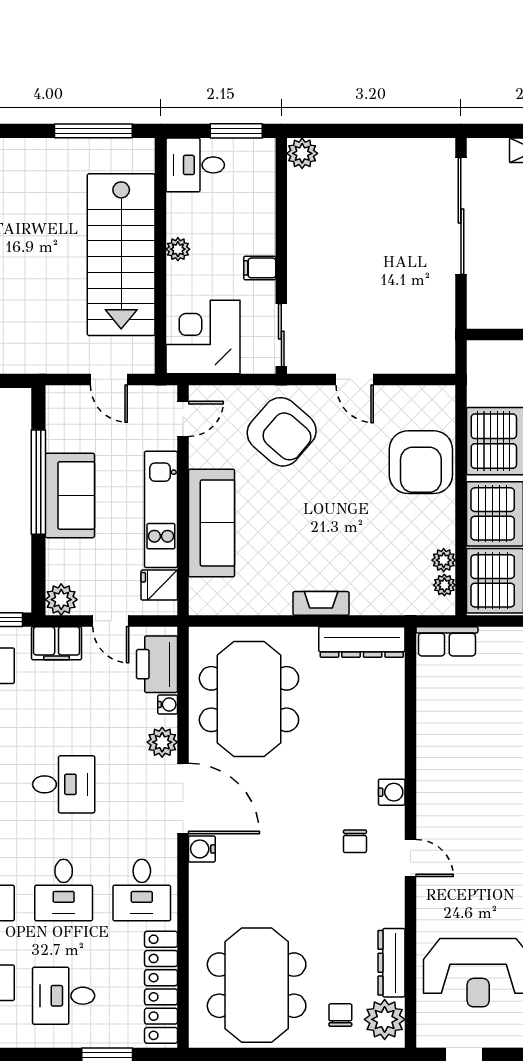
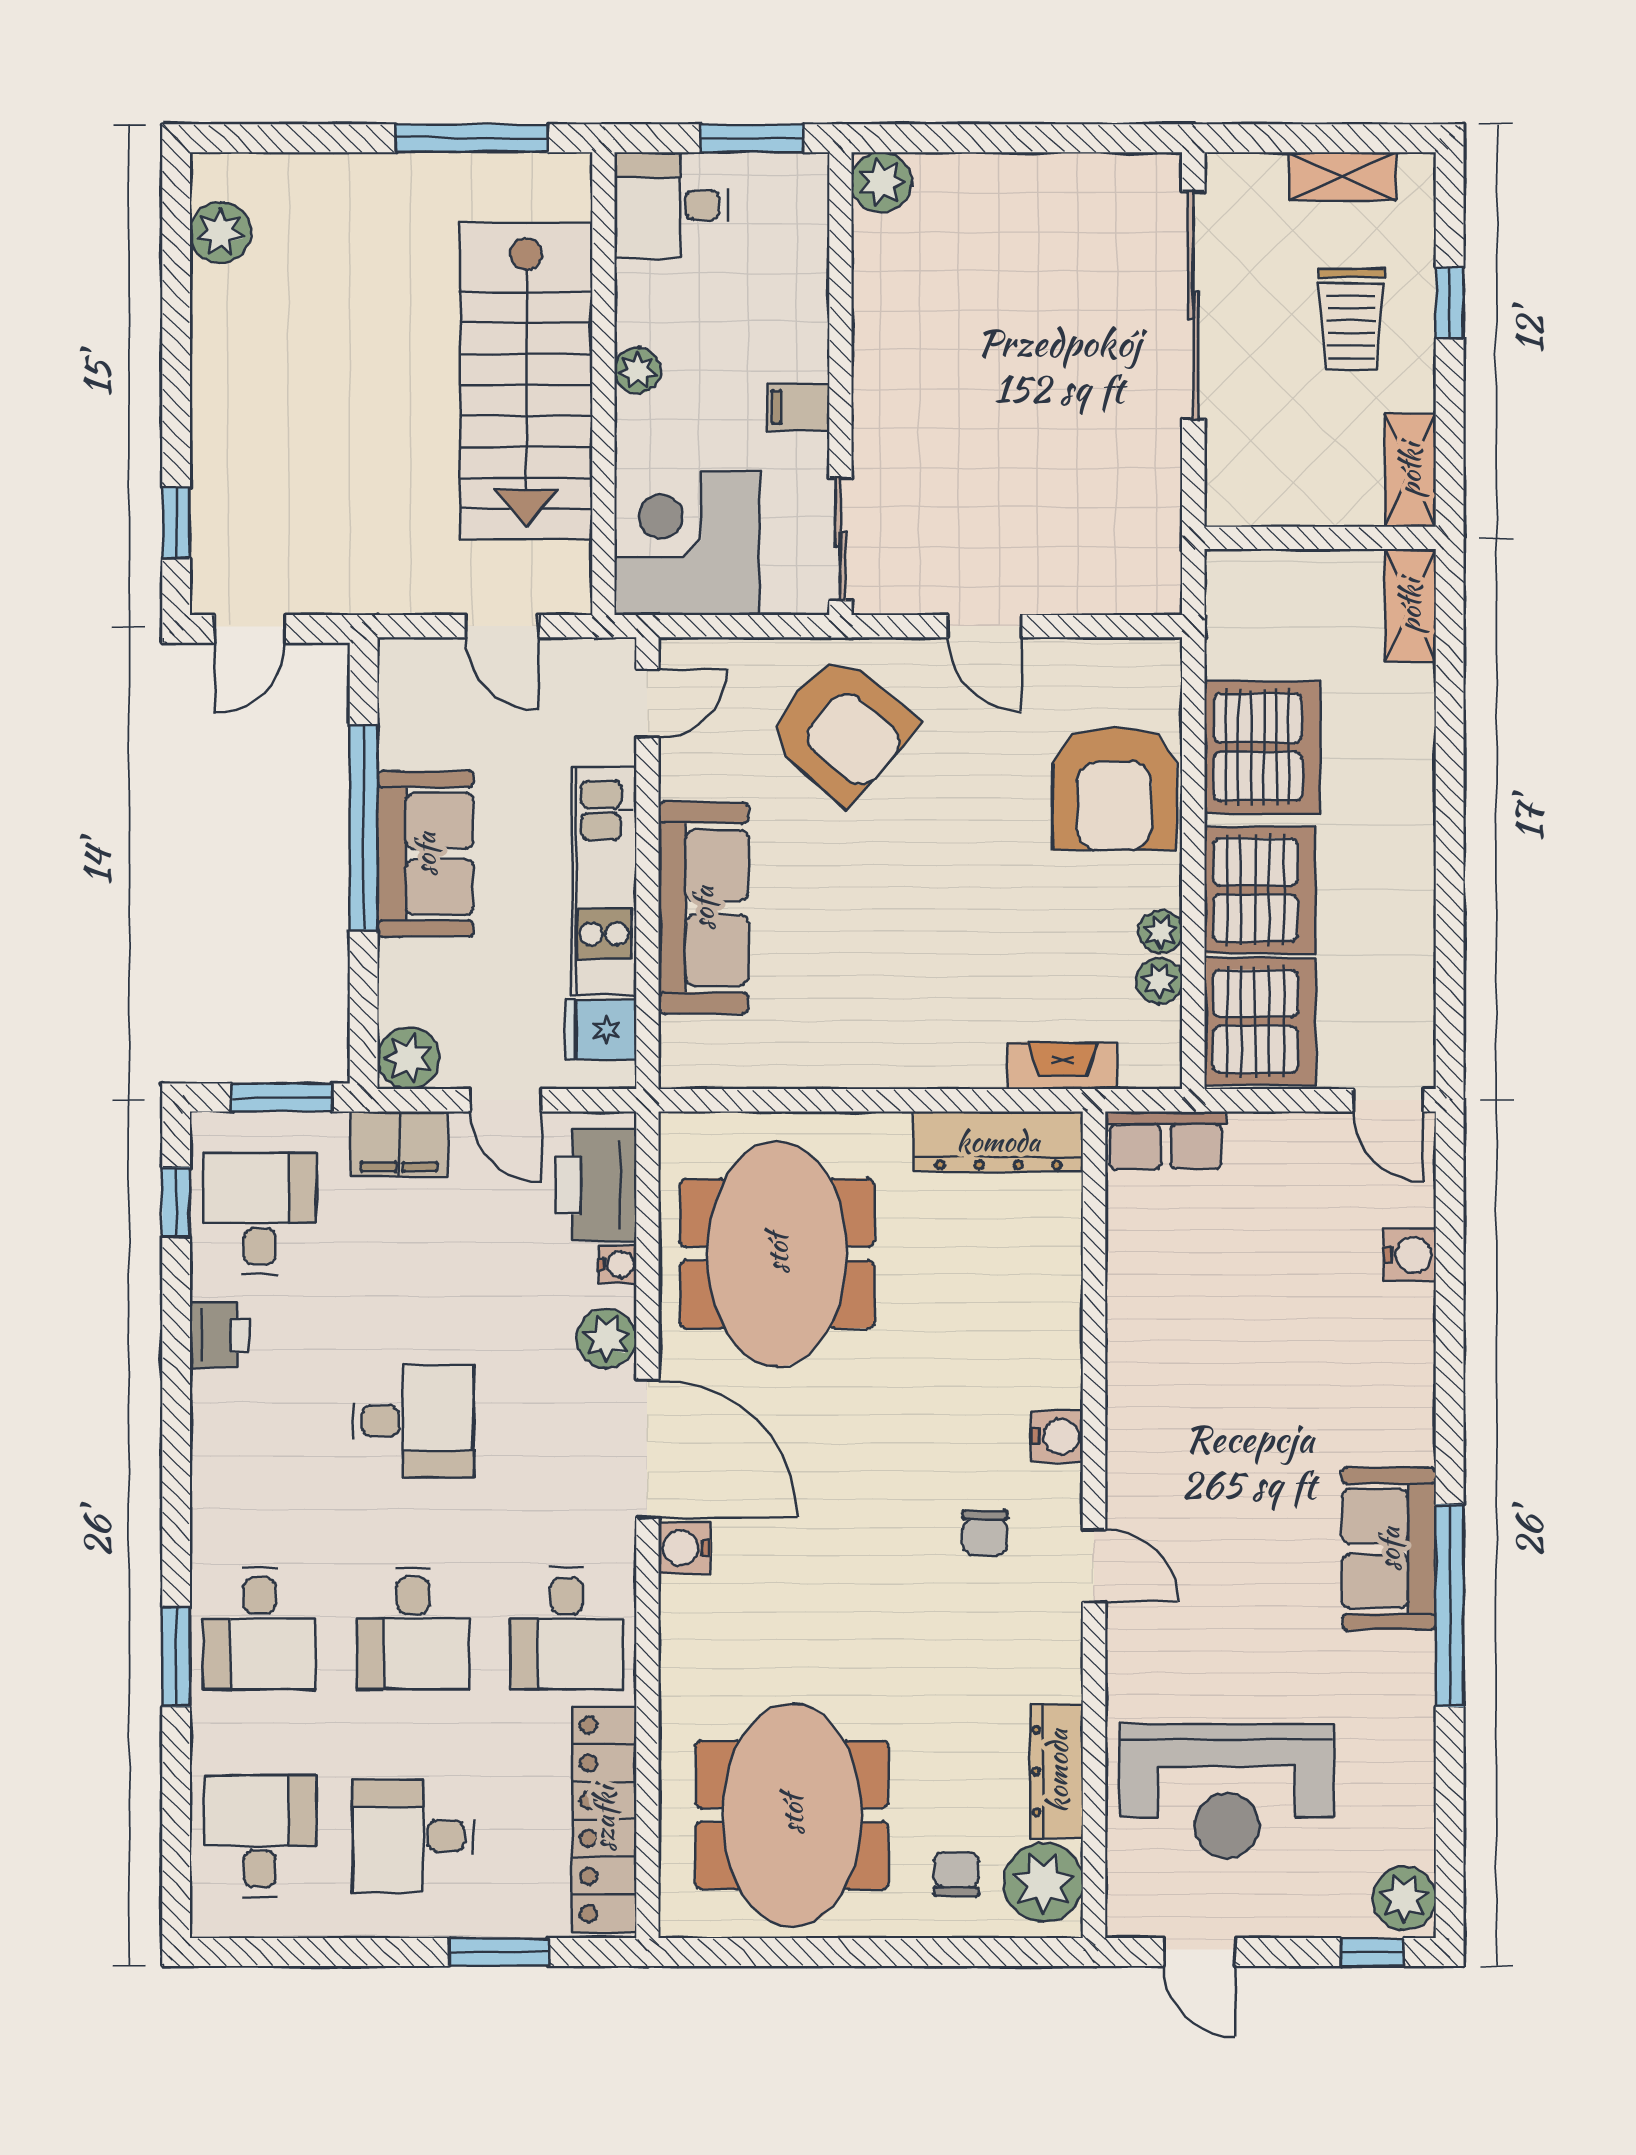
plant: (444, 585) -> (1161, 932), moved
fireplace: (321, 603) -> (1063, 1066), moved

